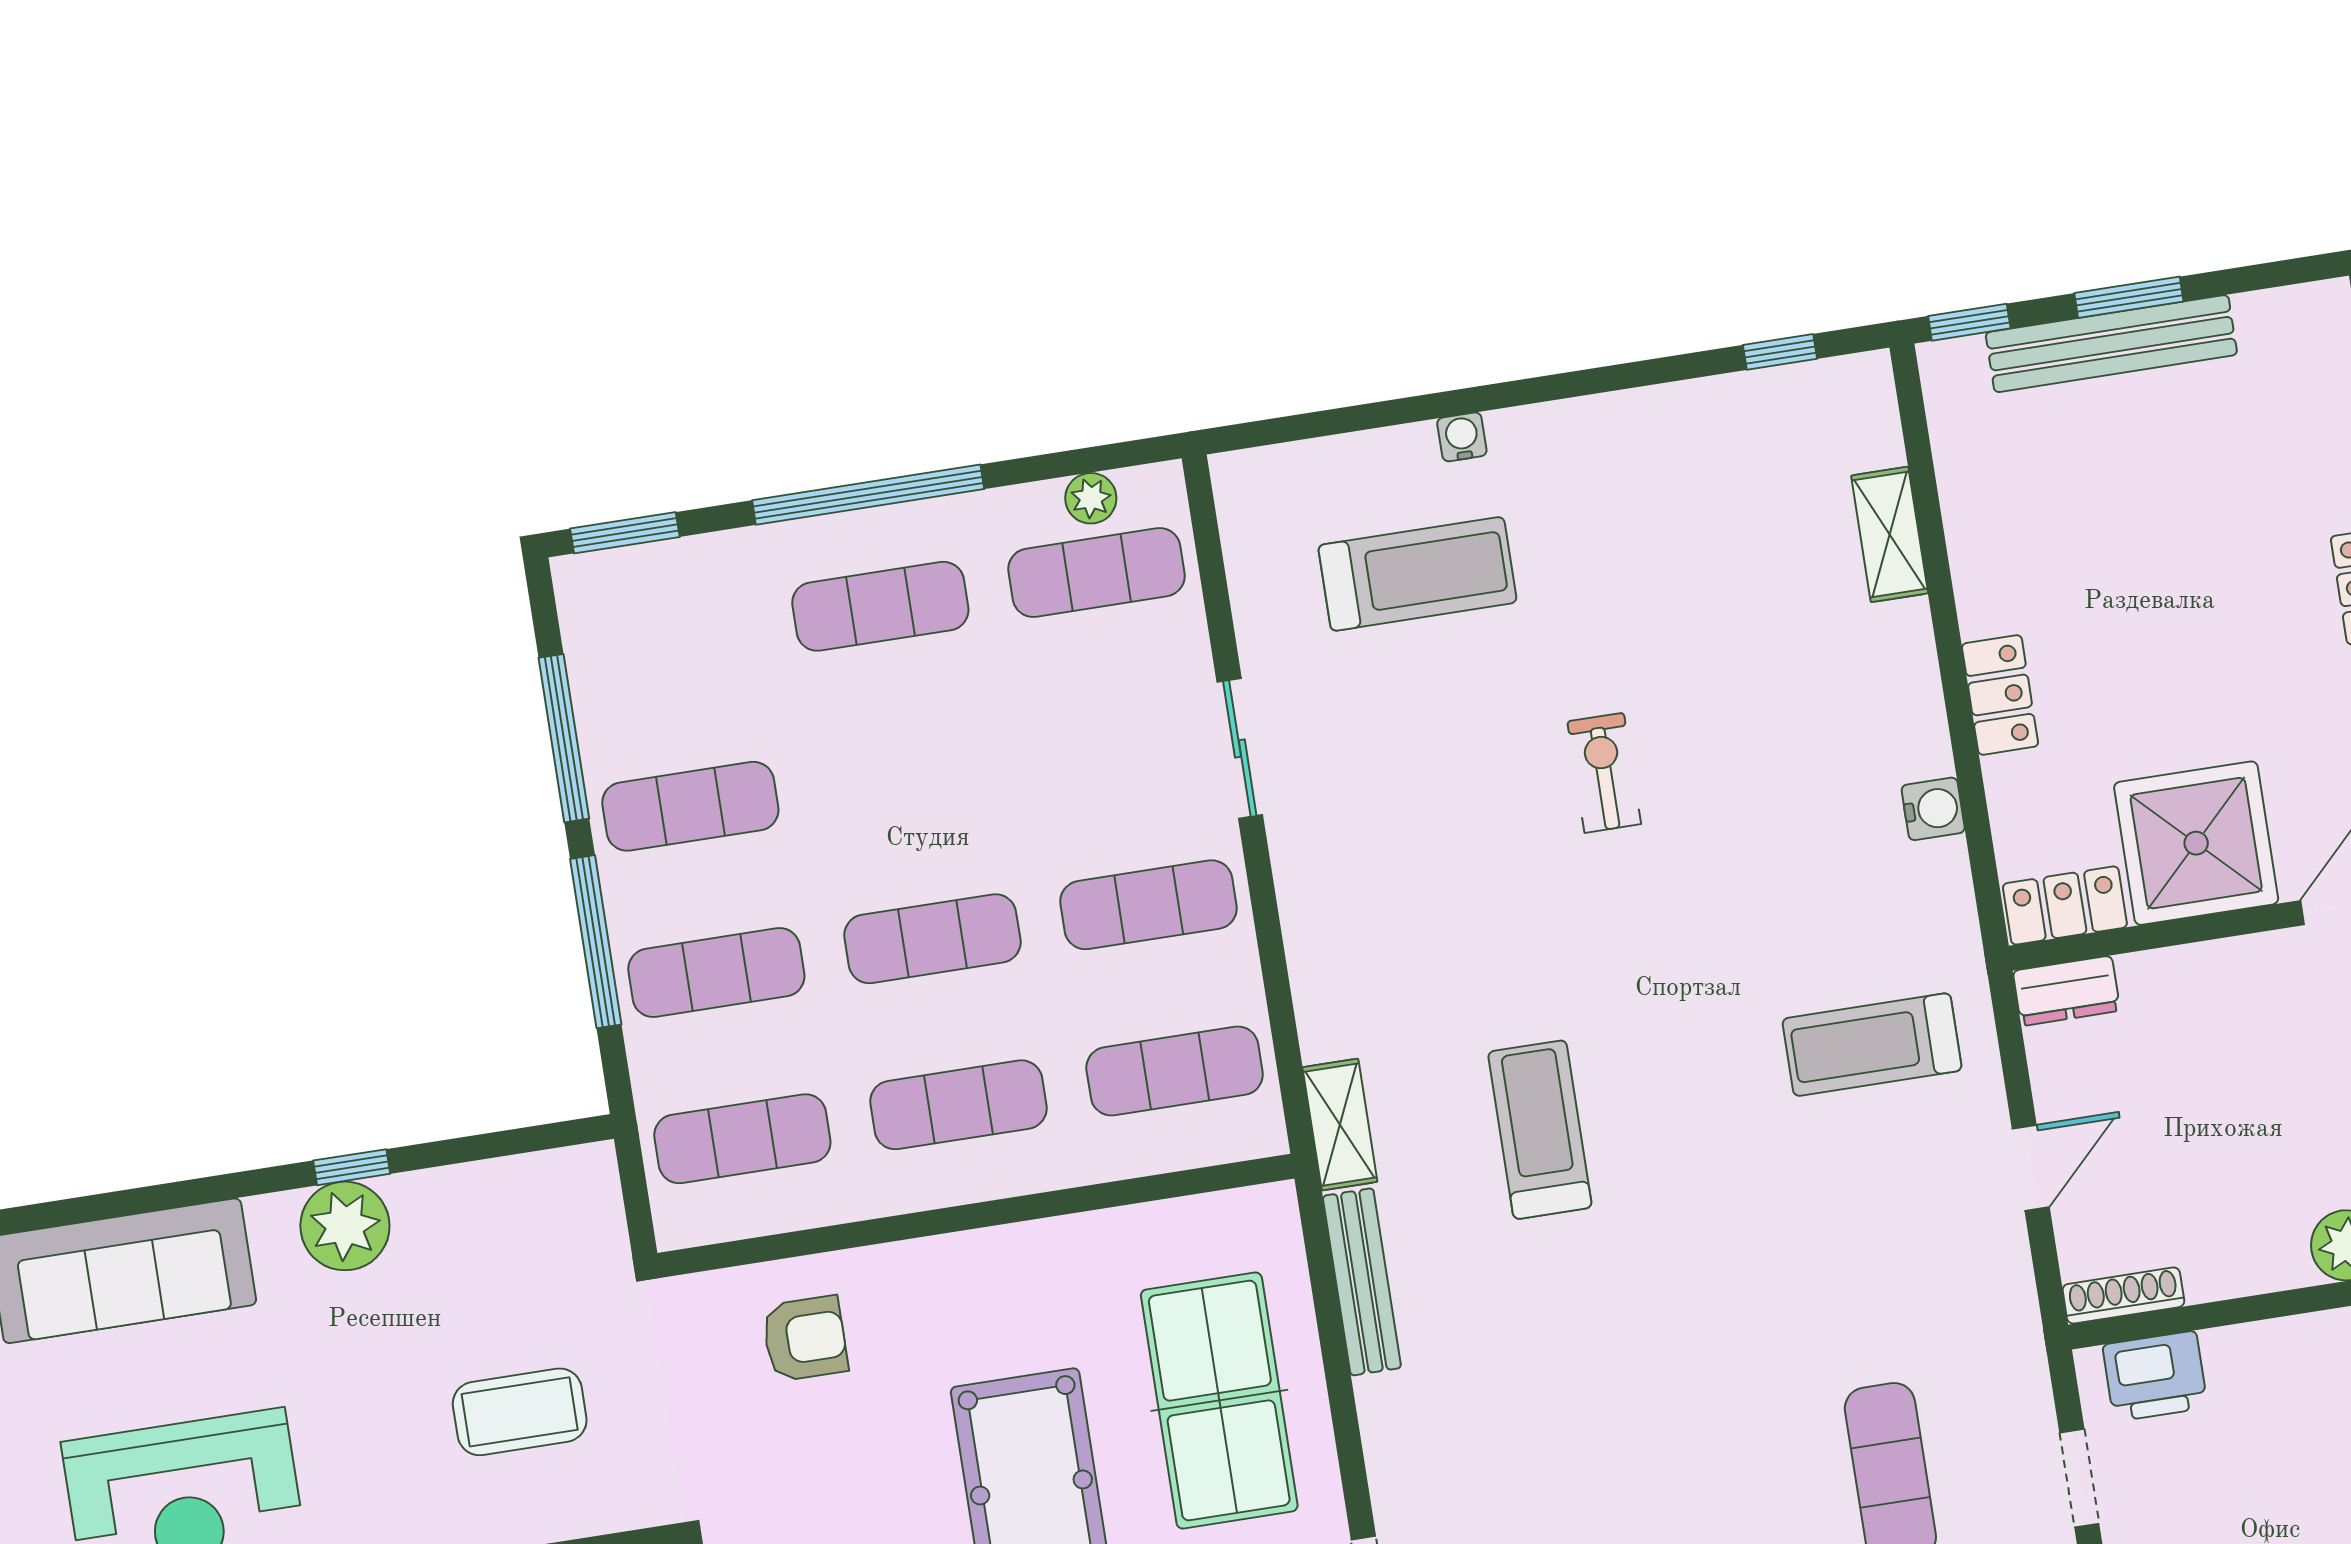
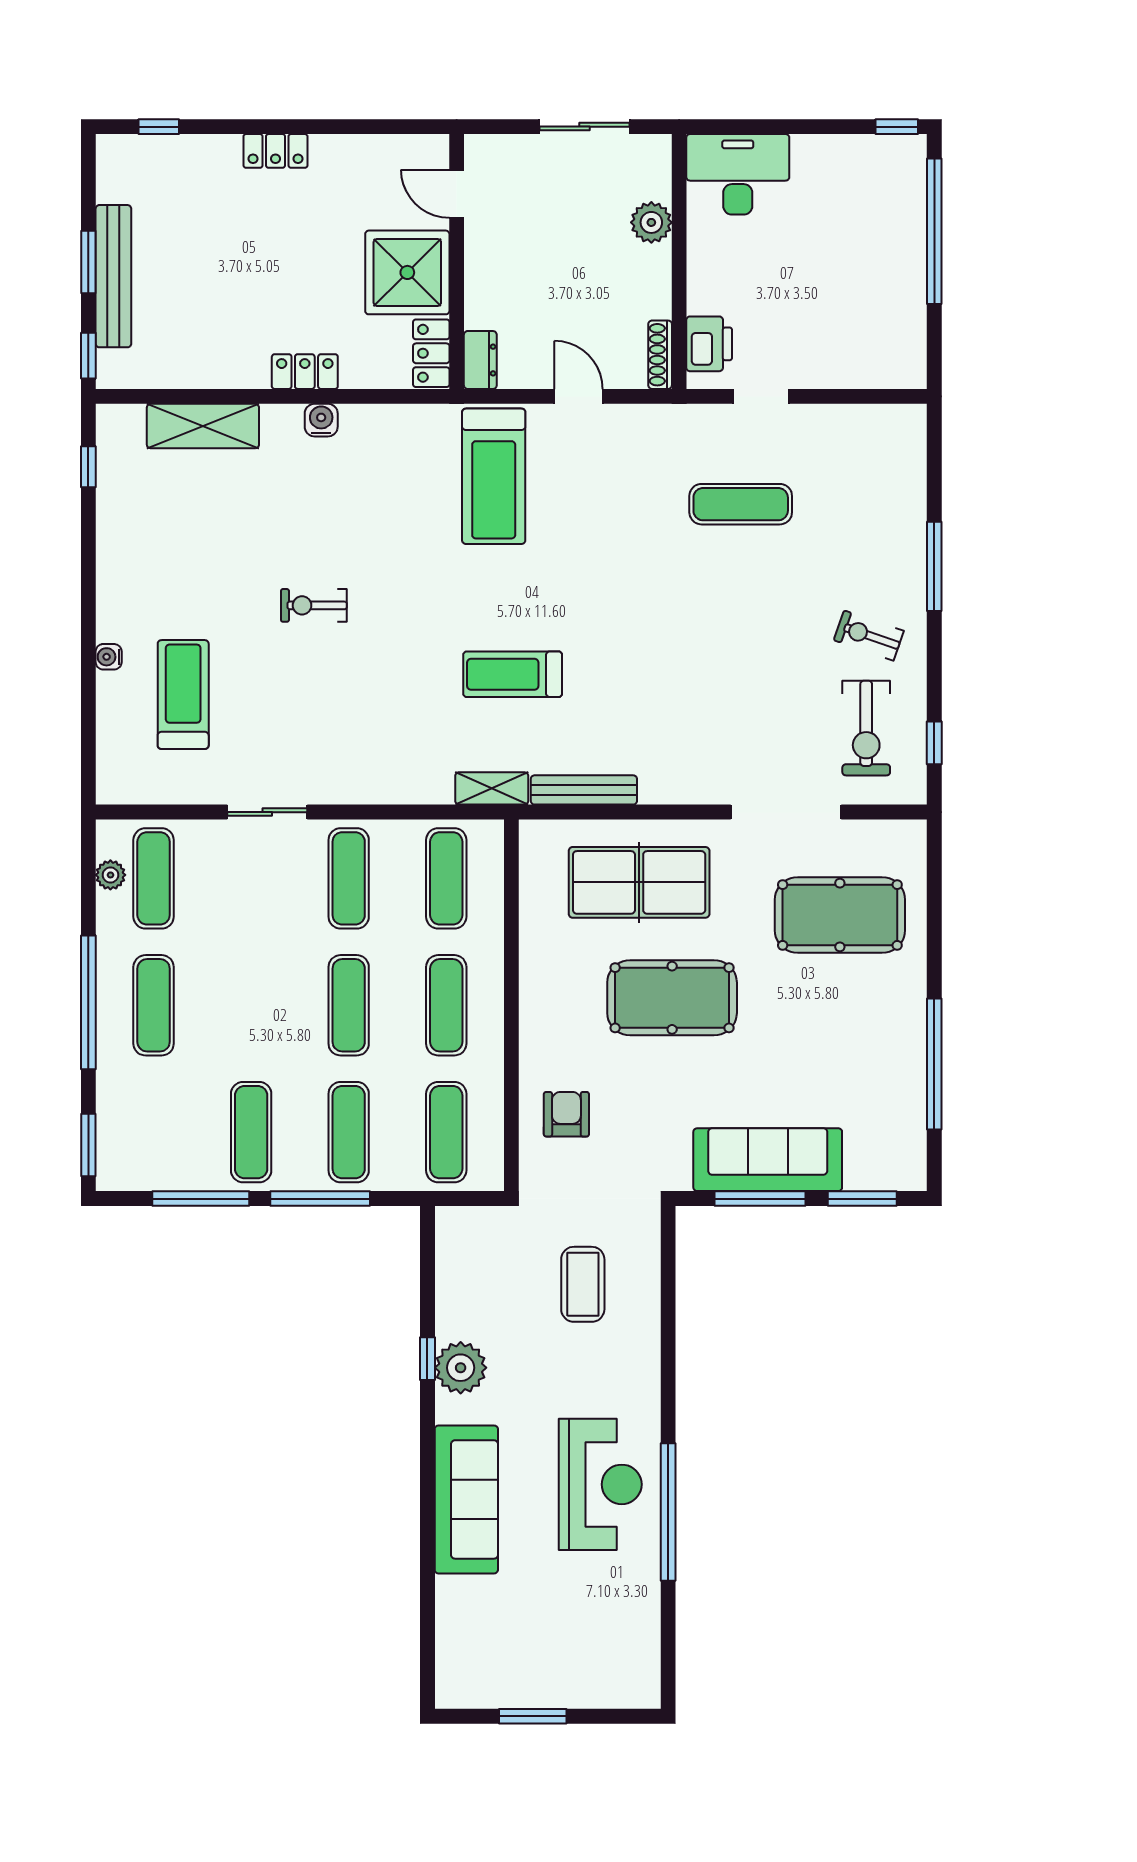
shelving: (1890, 534) -> (203, 426), width x1.50, depth x1.33
water cooler: (1933, 809) -> (321, 420), moved
treadmill: (1872, 1045) -> (494, 476), width x1.37, depth x1.38

